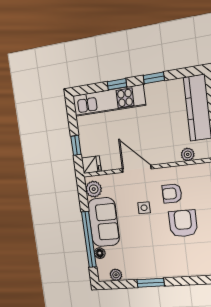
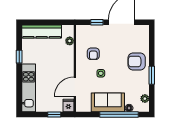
window: (117, 84) -> (19, 81), removed
door: (137, 169) -> (75, 87), moved
plant: (94, 189) -> (85, 106), removed
armchair: (183, 224) -> (137, 61), moved

